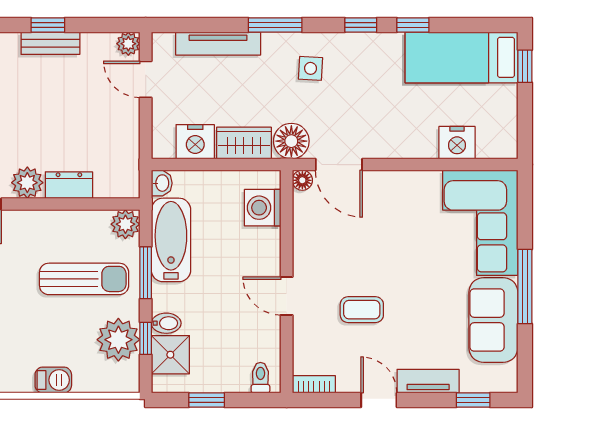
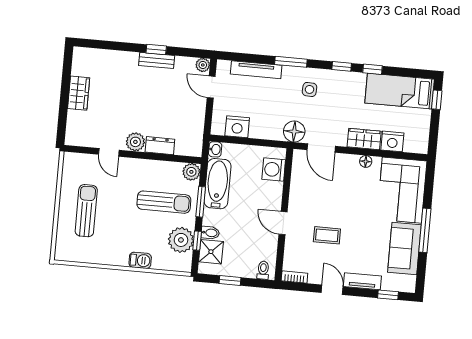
wardrobe: (244, 143) -> (364, 139), moved
floor lamp: (302, 180) -> (366, 161), moved

